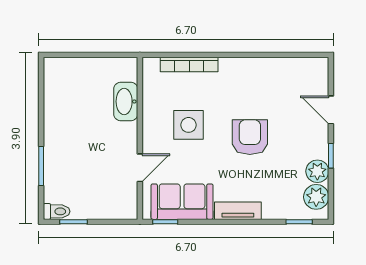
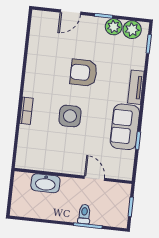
bookcase: (189, 64) -> (26, 111), width x0.64
washbasin: (126, 101) -> (45, 183), moved
wall: (140, 138) -> (73, 176), moved
door: (140, 168) -> (94, 178), moved
toilet: (57, 211) -> (84, 214), moved

